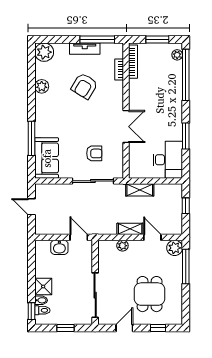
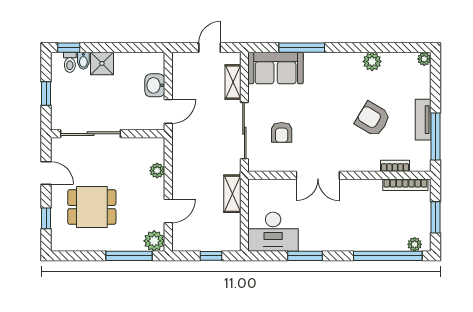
plant: (44, 52) -> (424, 59), width x0.53, depth x0.53
shelving: (130, 229) -> (233, 82), moved

